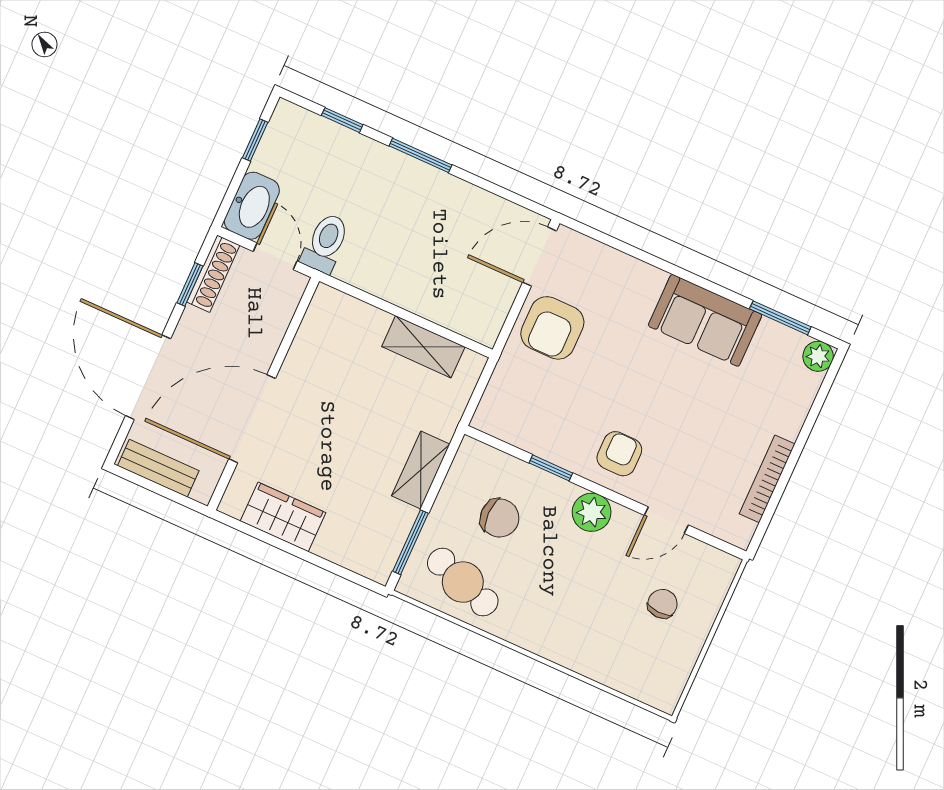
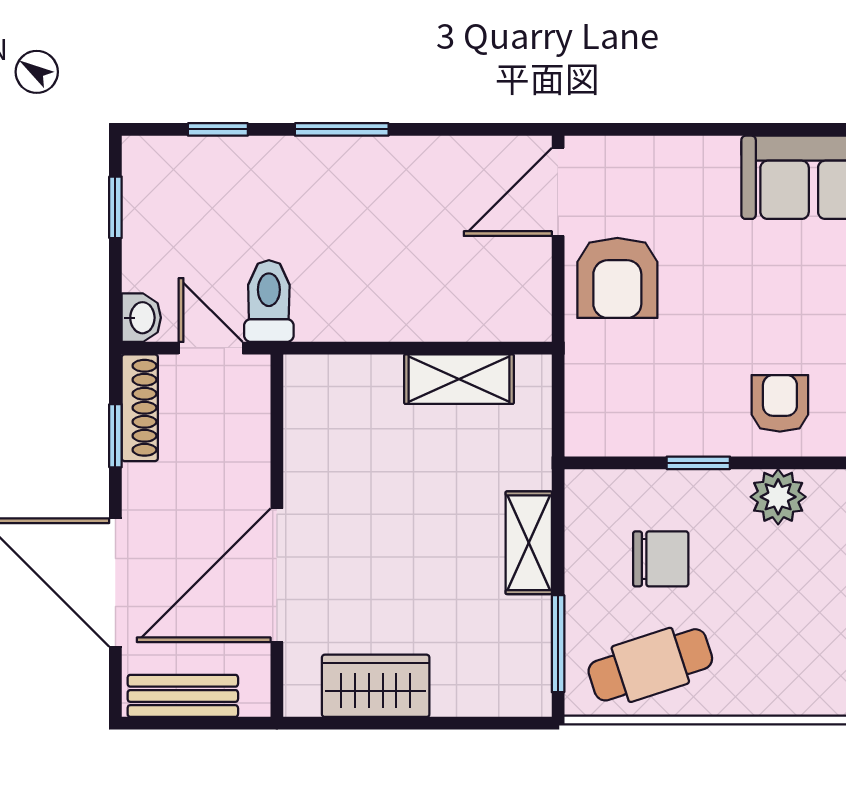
washbasin: (252, 206) -> (141, 318), width x0.52, depth x0.69
cafe table: (463, 582) -> (650, 665), turned -37

